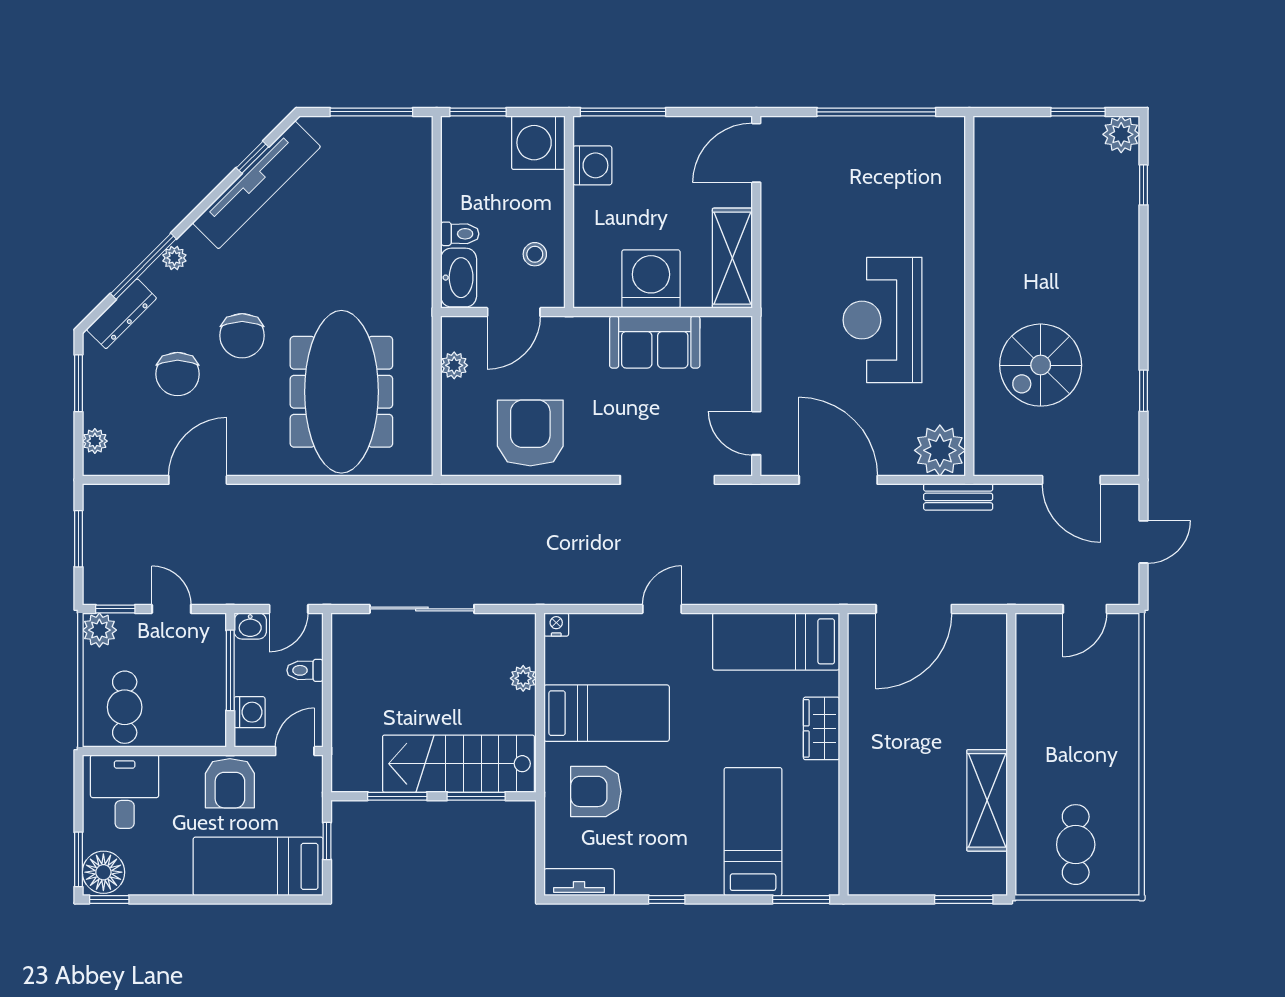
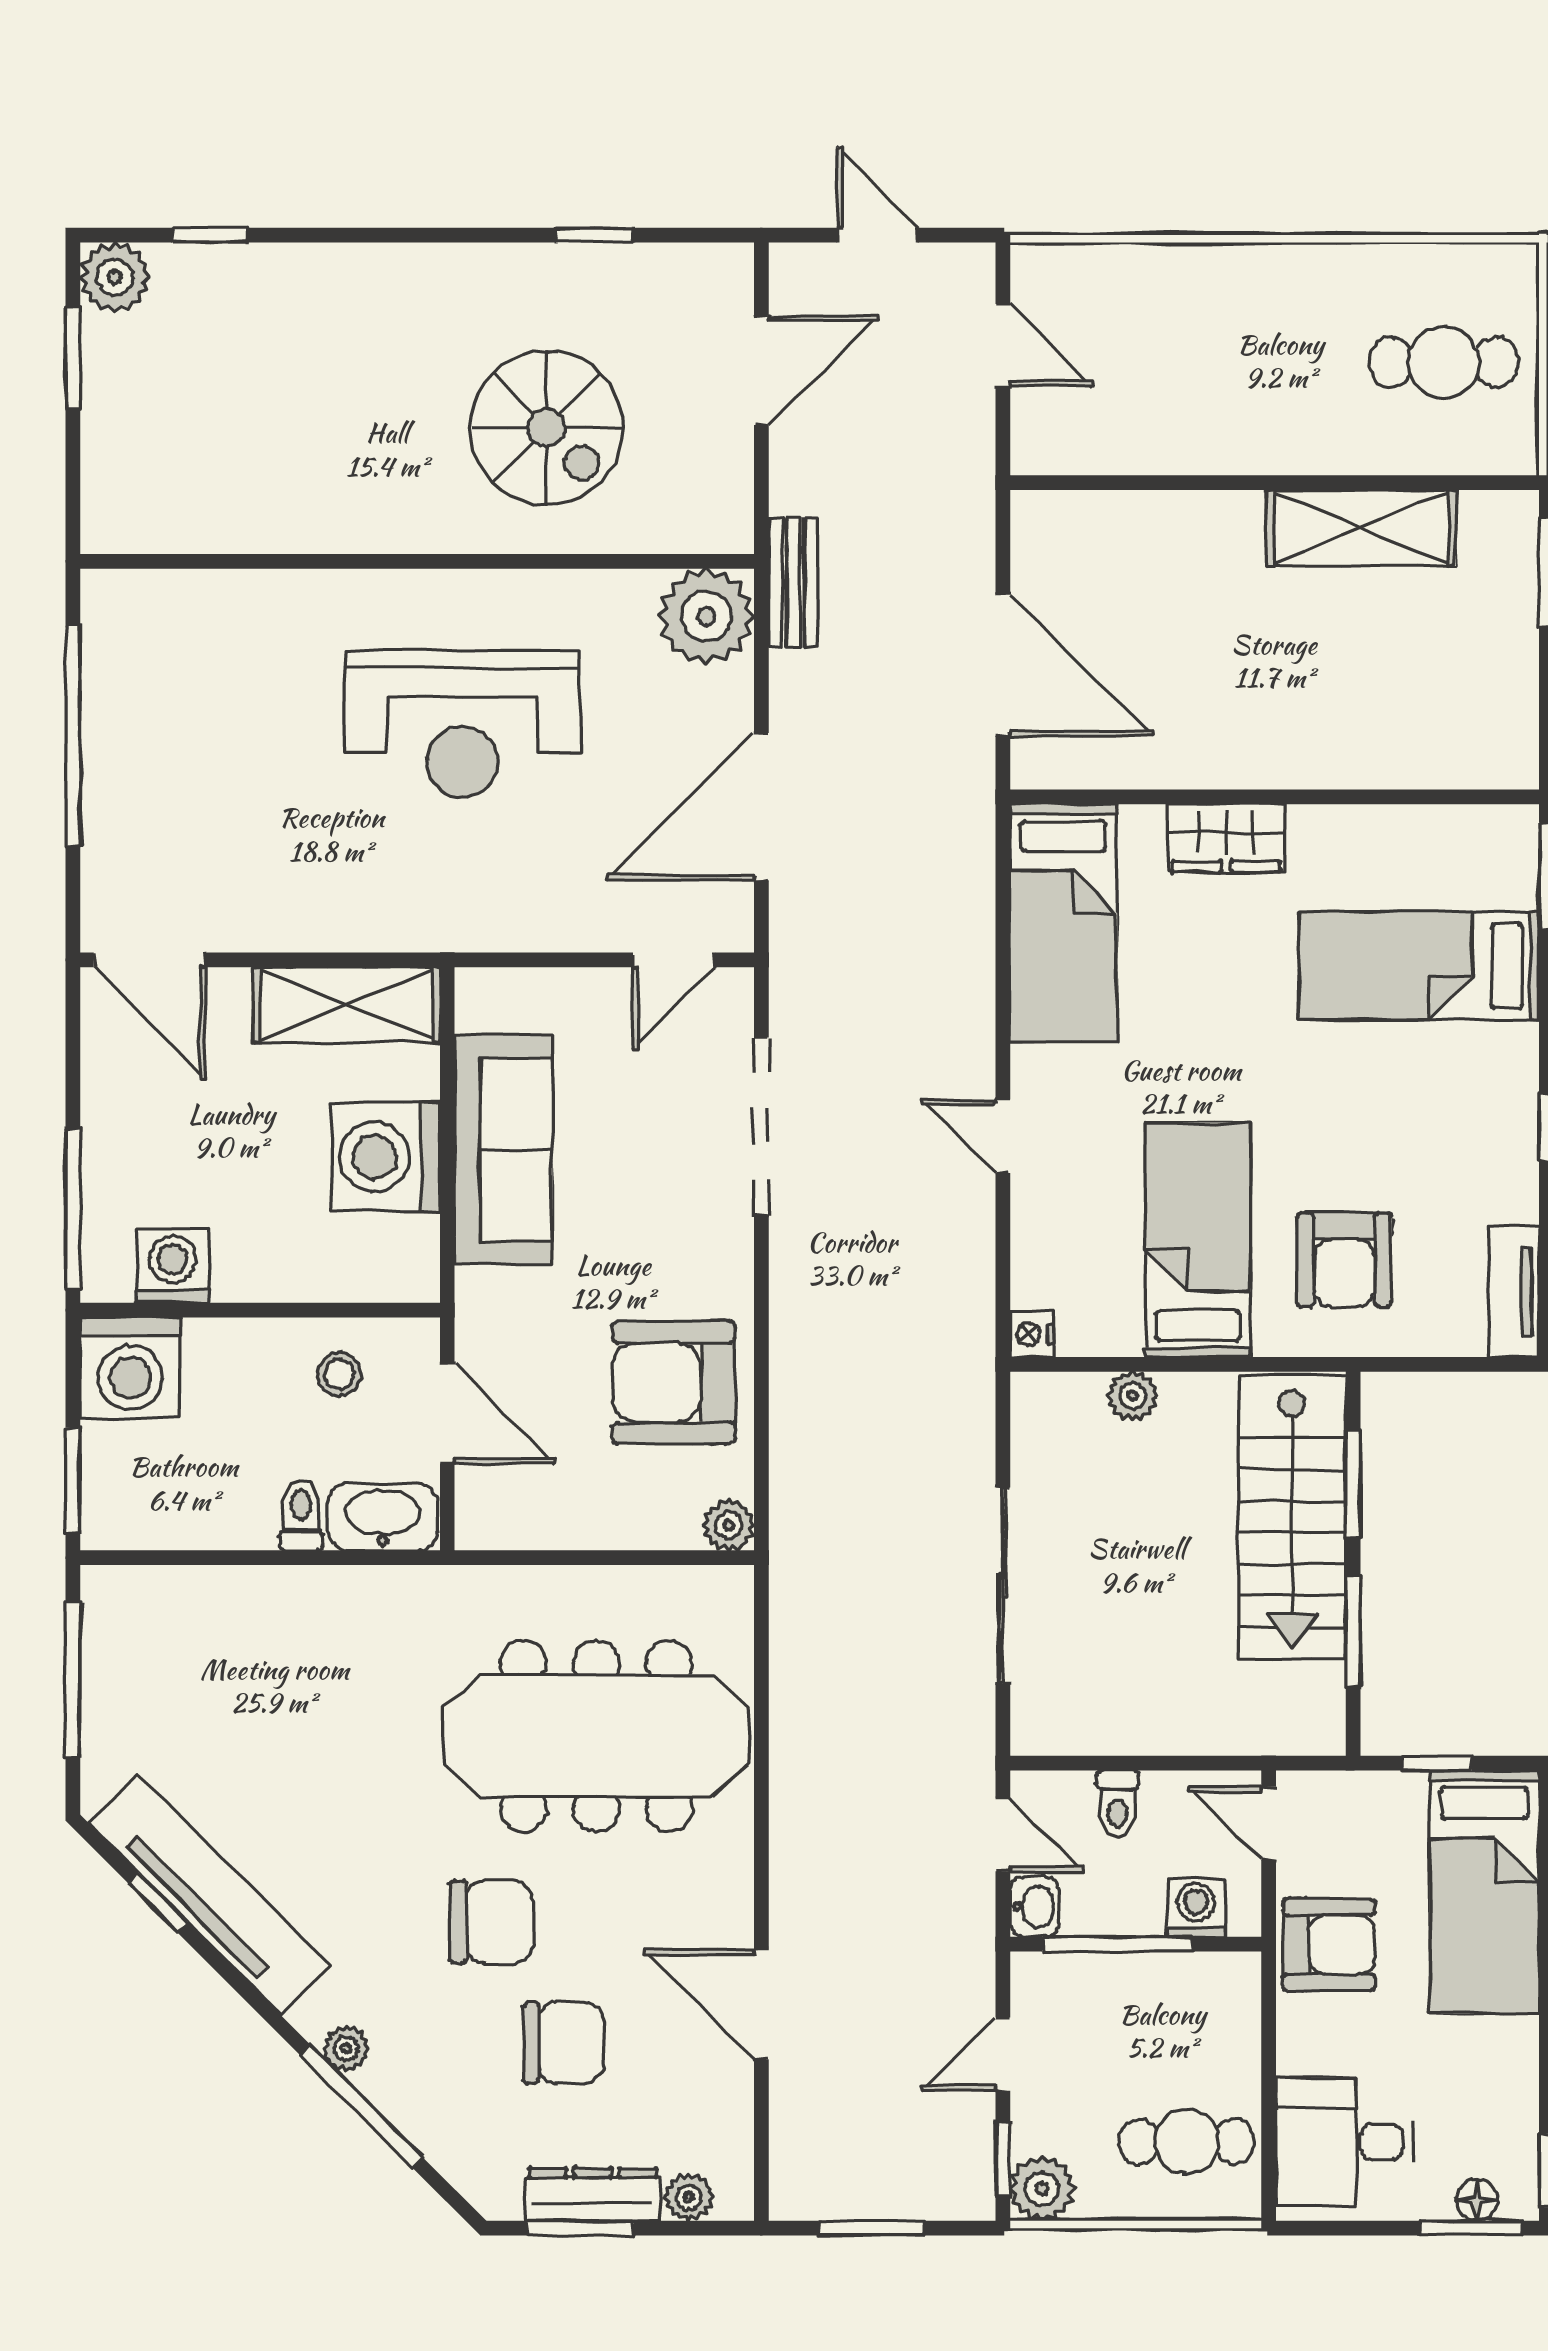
dresser: (121, 314) -> (593, 2194), moved, turned -45
sofa: (655, 342) -> (503, 1150), width x1.36
plant: (454, 365) -> (729, 1525), moved
floor lamp: (103, 872) -> (1477, 2200), width x0.53, depth x0.53

